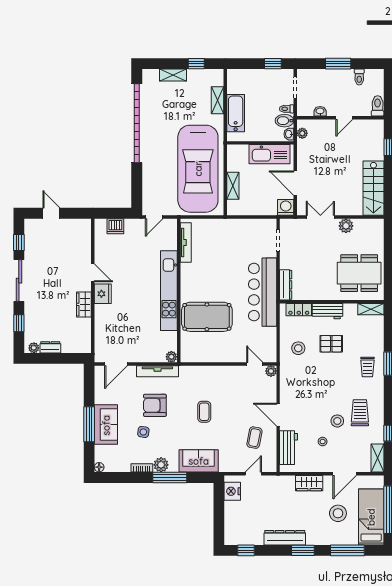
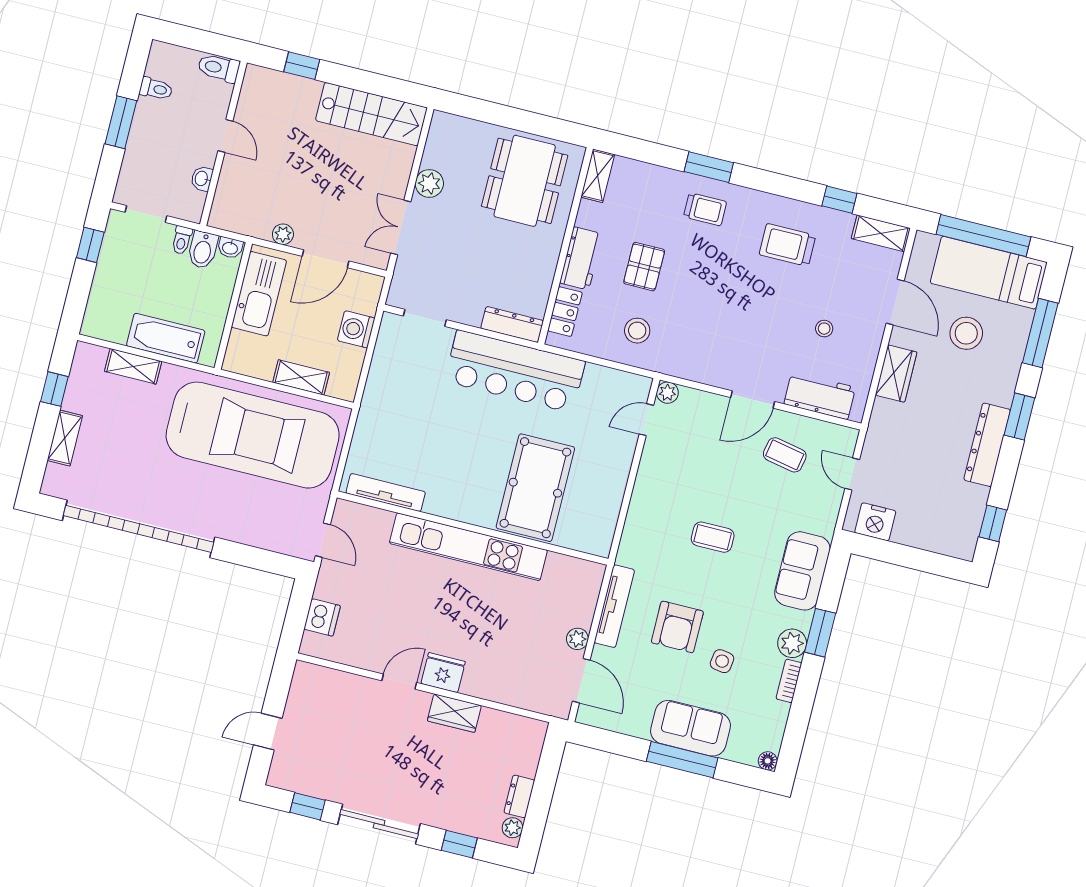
plant: (302, 133) -> (283, 234), moved
washing machine: (286, 207) -> (356, 329), moved
plant: (171, 357) -> (577, 639), moved
stool: (337, 421) -> (792, 291), removed
window: (170, 477) -> (820, 633), width x0.69

